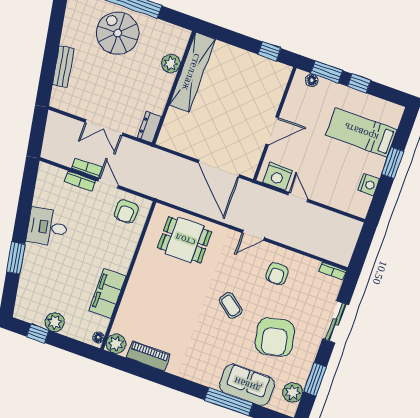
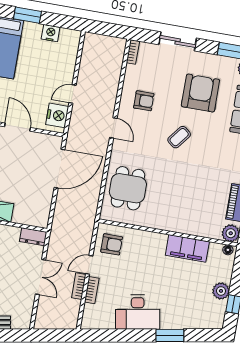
desk: (47, 227) -> (138, 312), width x1.37
armchair: (275, 337) -> (200, 93), turned -78

